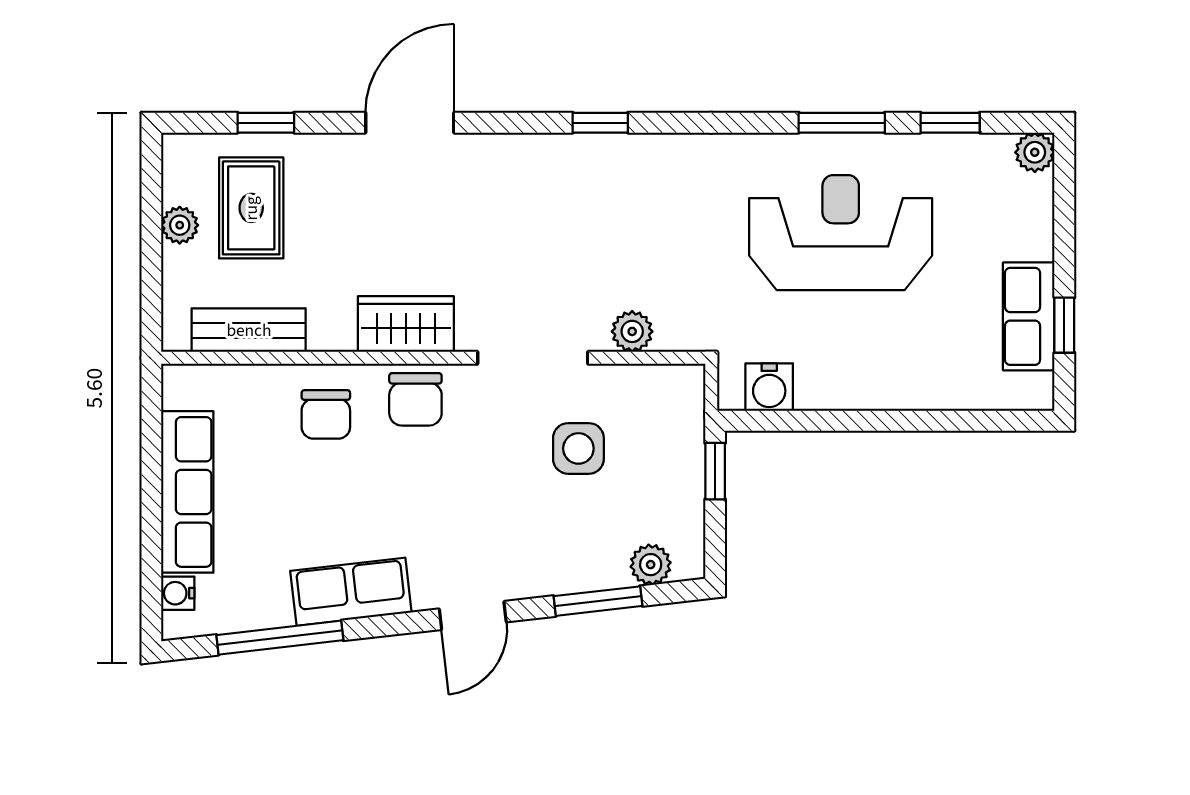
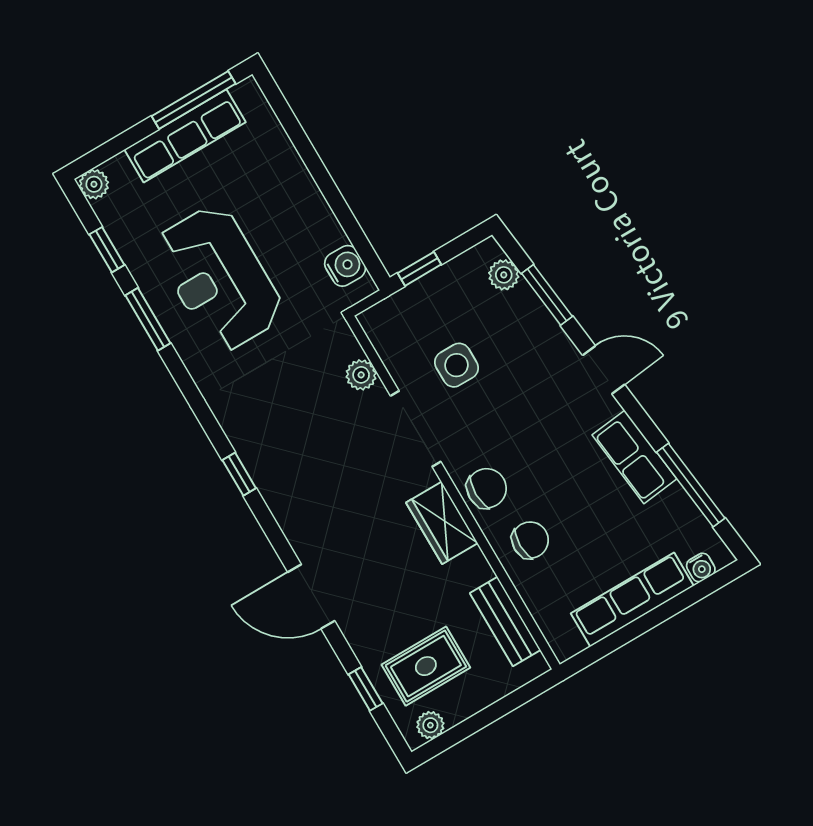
plant: (180, 225) -> (430, 725), moved
row of seats: (1029, 316) -> (185, 136), width x1.48
window: (1064, 325) -> (194, 100), width x2.17

